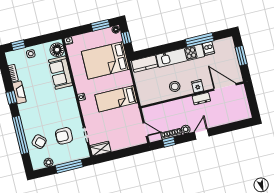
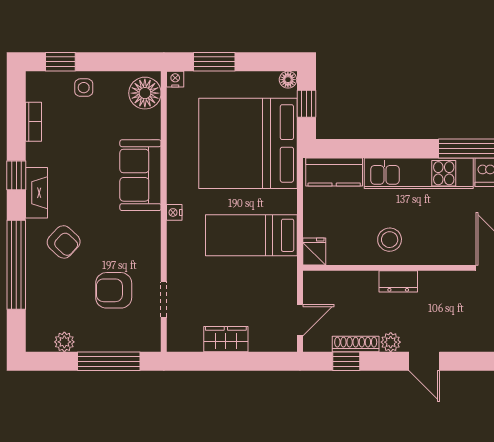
window: (100, 25) -> (214, 62), moved
bed: (105, 60) -> (248, 143), width x1.36
sofa: (61, 73) -> (140, 175), moved
fridge: (198, 86) -> (314, 251), moved
fireplace: (19, 92) -> (37, 193), moved
dresser: (201, 99) -> (398, 281), moved
door: (145, 129) -> (300, 320), hinge flipped
door: (202, 134) -> (424, 361), swing flipped
armchair: (39, 142) -> (64, 242), moved
wardrobe: (100, 149) -> (226, 339), moved

